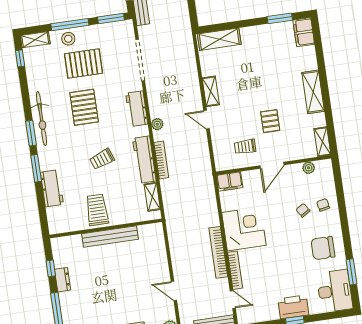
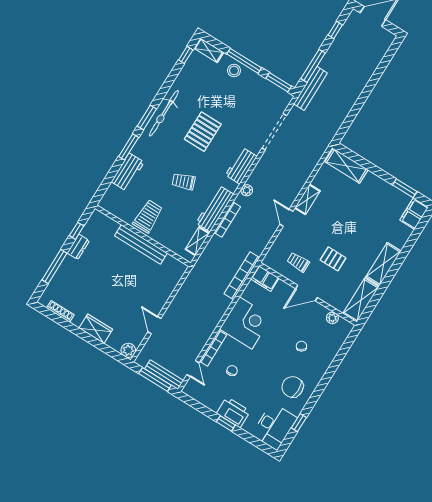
pallet: (83, 64) -> (230, 99), removed
pallet: (270, 121) -> (333, 259), turned 90
shelving: (322, 142) -> (361, 300), width x1.50, depth x1.33
chair: (323, 205) -> (232, 371), moved
bookcase: (218, 252) -> (242, 276), moved
window: (351, 272) -> (299, 423), width x0.67

